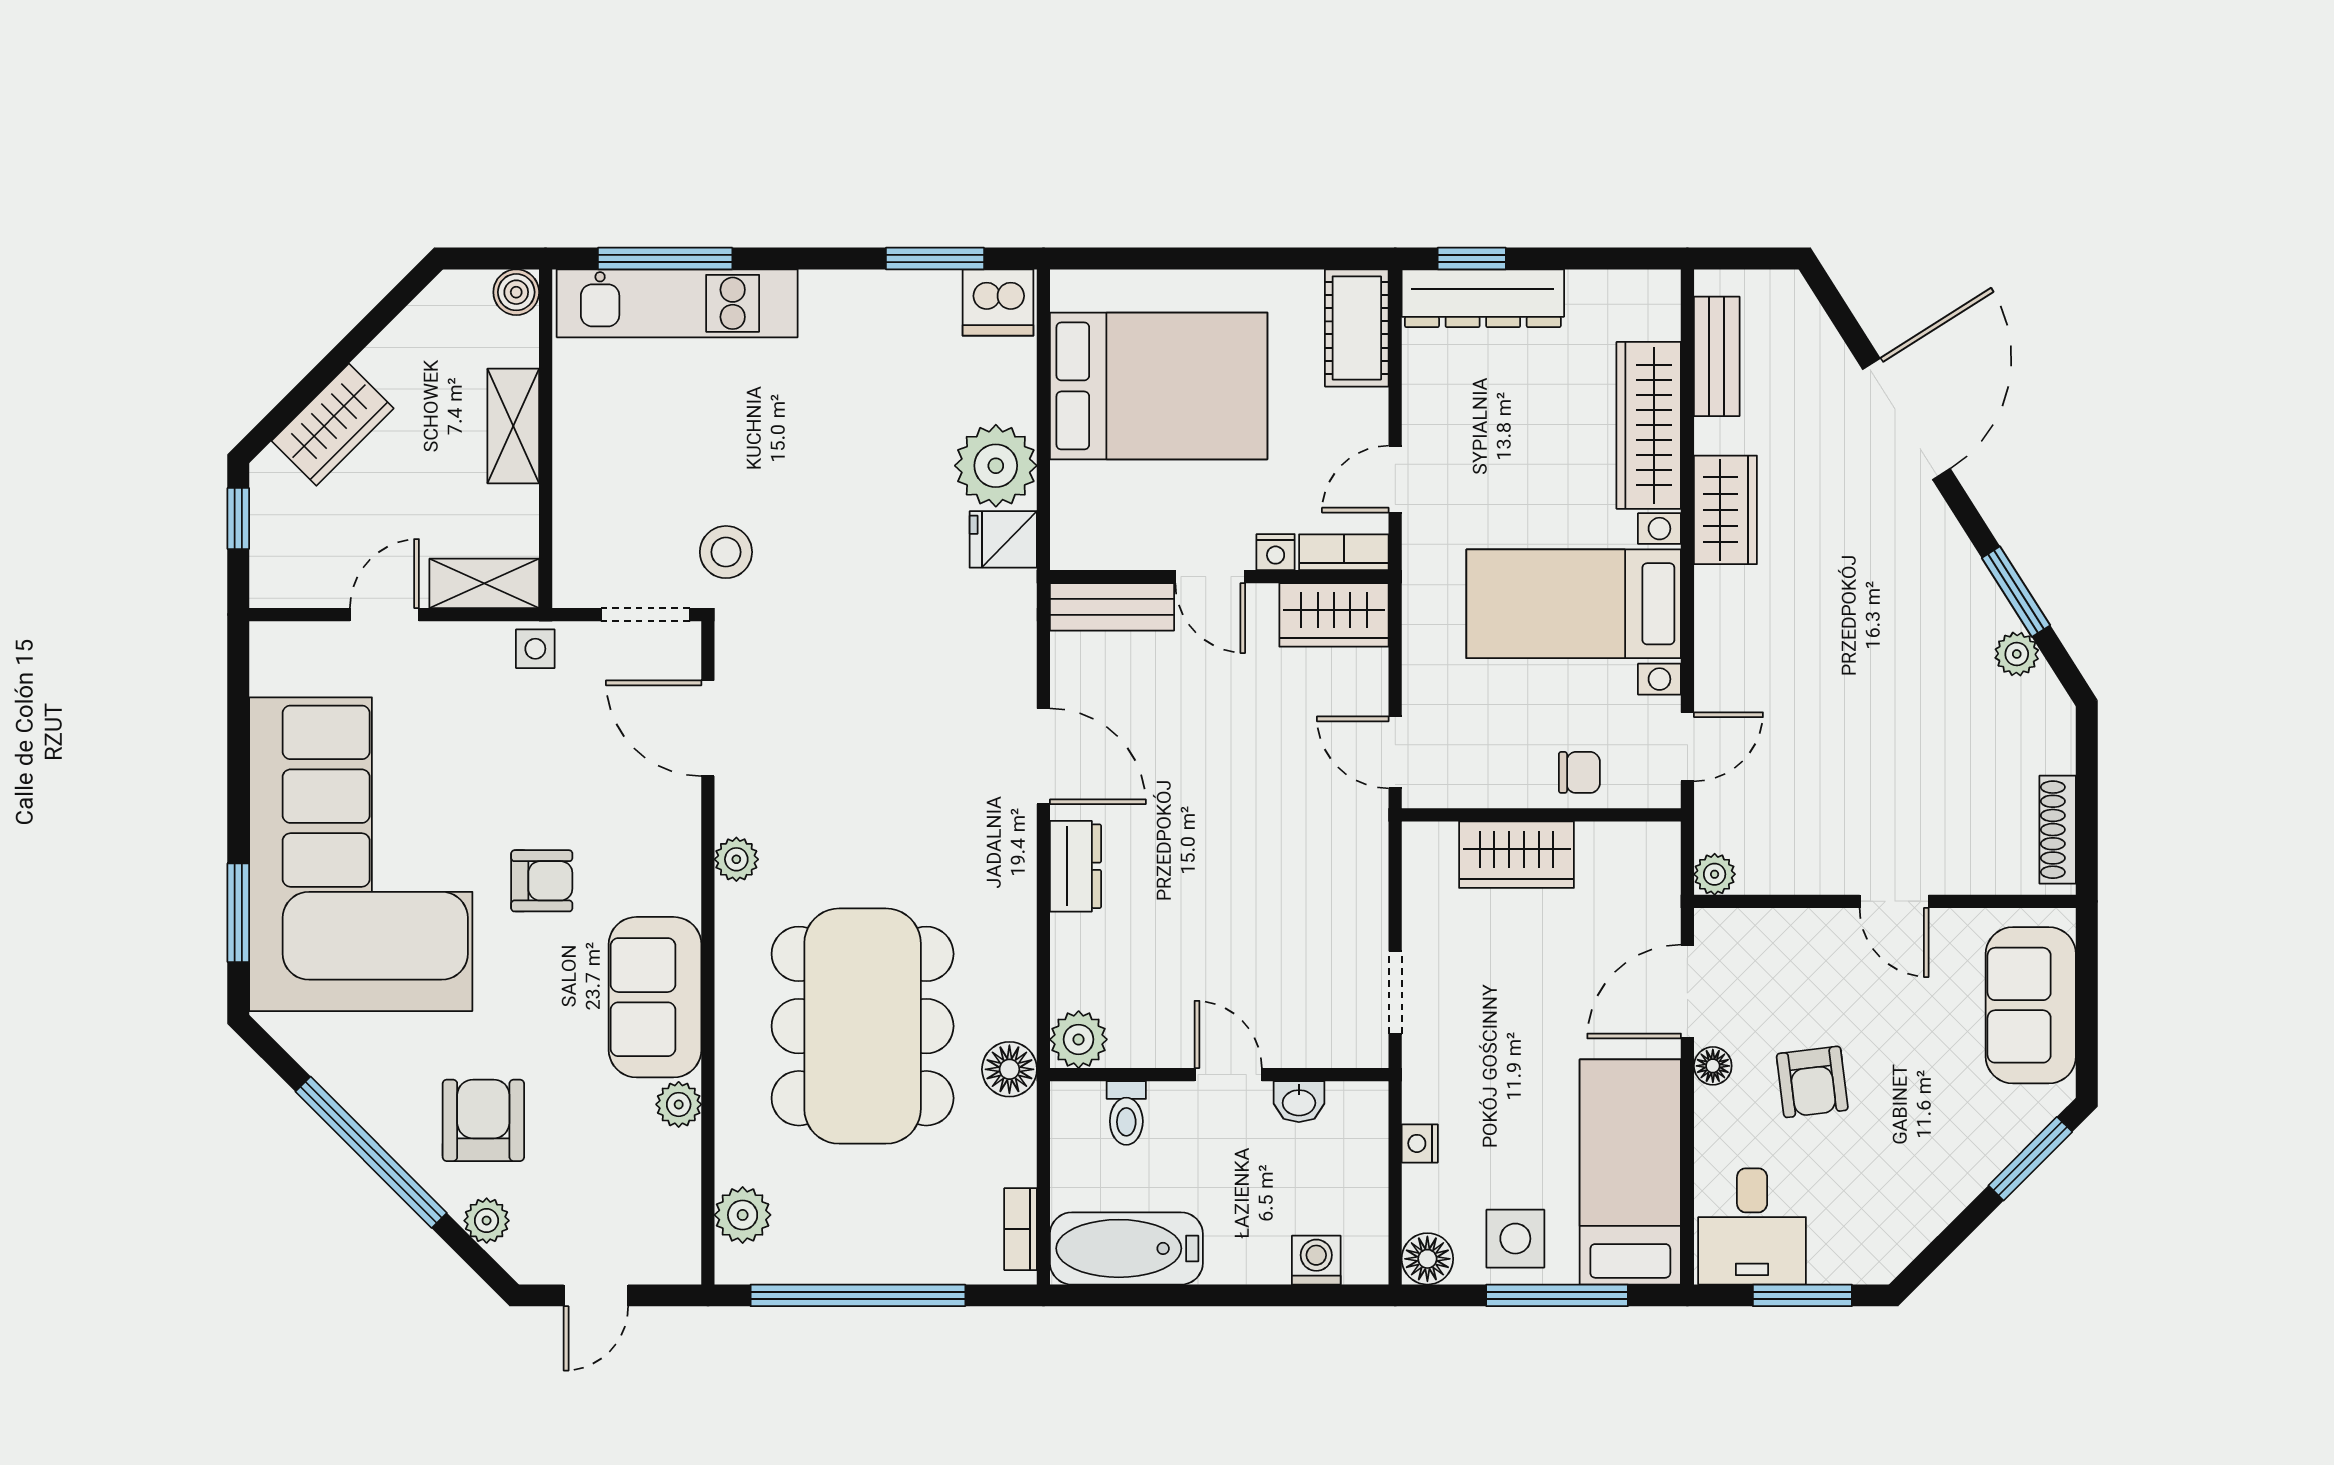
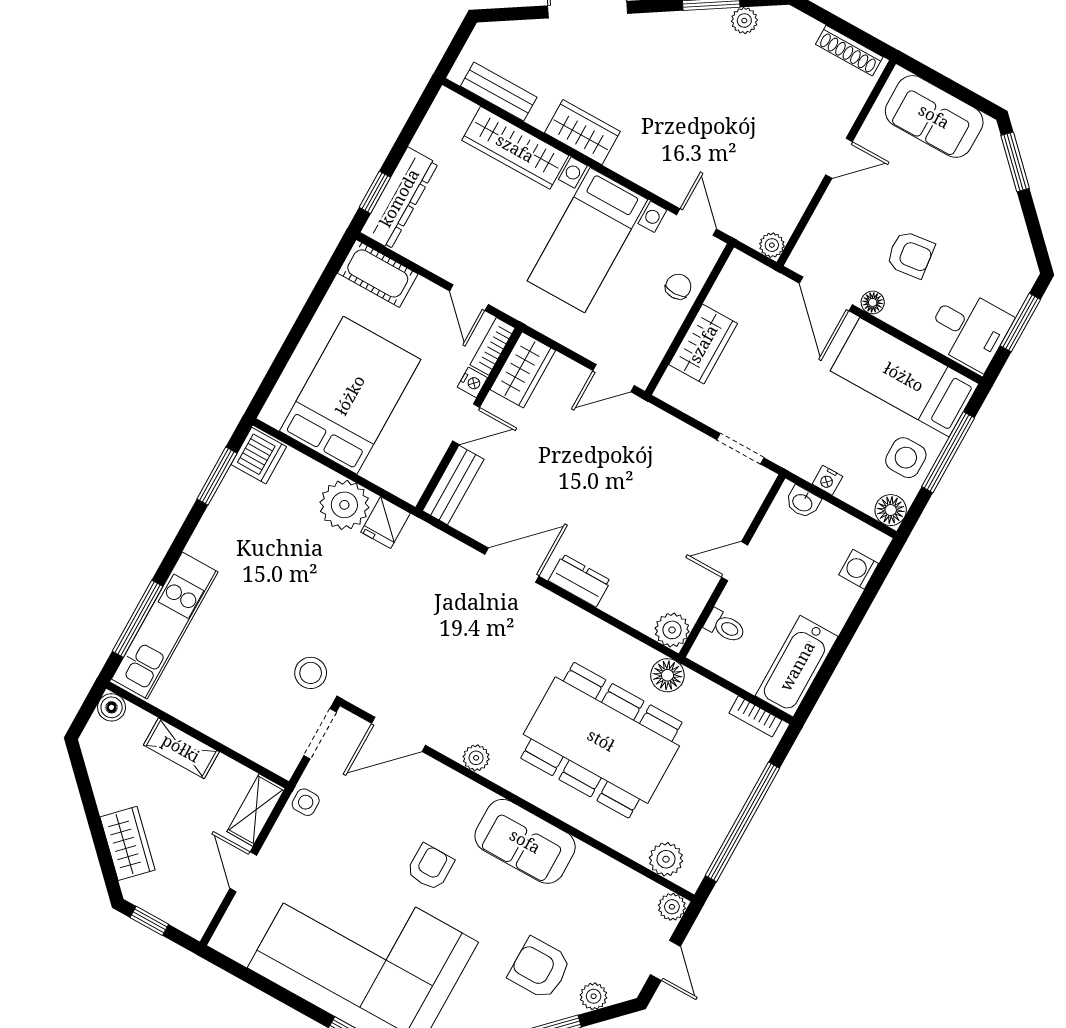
washbasin: (1299, 1102) -> (803, 502), moved, turned 90
plant: (679, 1104) -> (672, 907), moved

